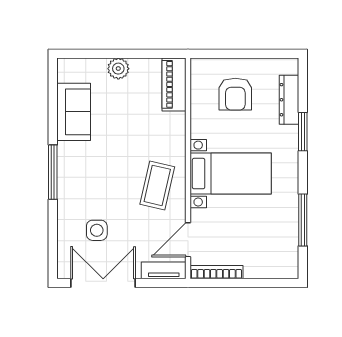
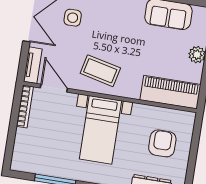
piano: (174, 84) -> (170, 92), width x1.37, depth x1.33
armchair: (235, 94) -> (162, 143), turned 90

